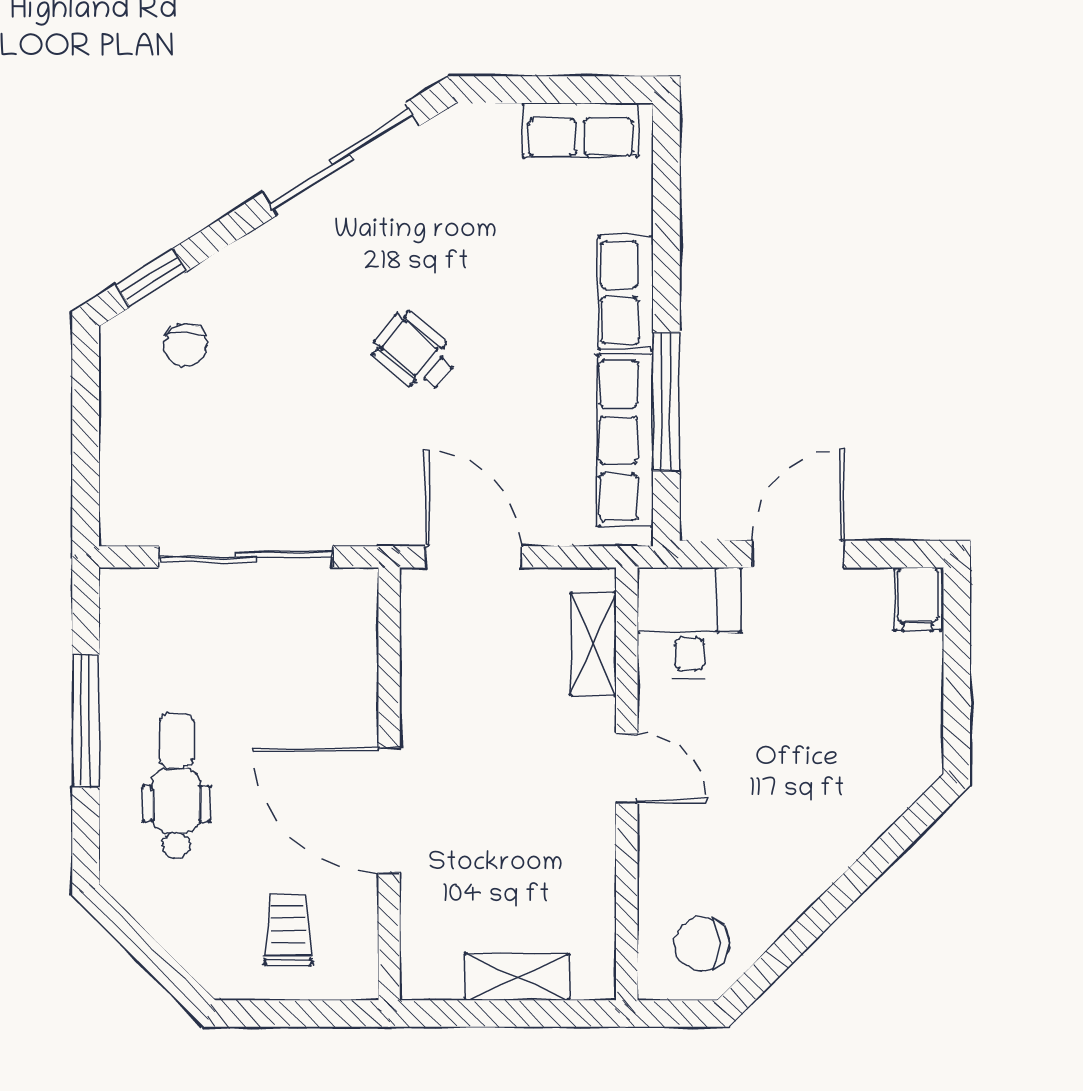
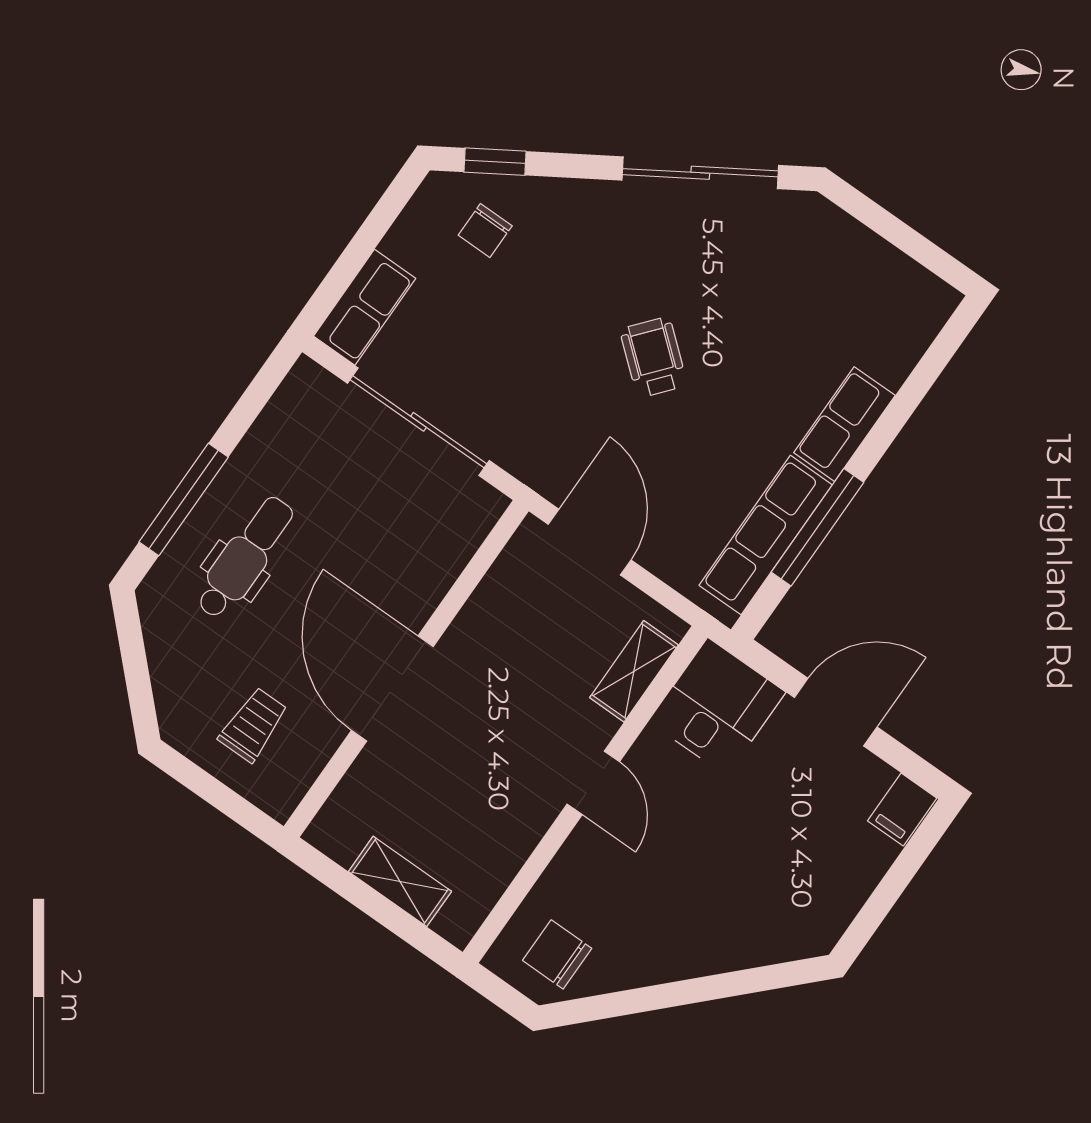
row of seats: (580, 130) -> (365, 307), moved, turned -90
window: (86, 721) -> (184, 499), moved

